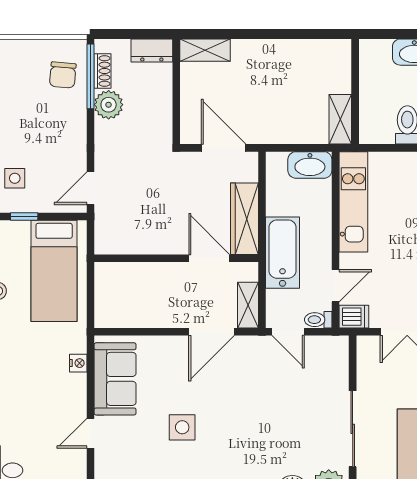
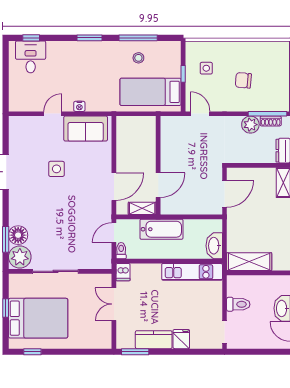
chair: (63, 75) -> (243, 80), moved
shelving: (340, 119) -> (249, 262), width x1.50, depth x1.33
wardrobe: (244, 219) -> (182, 206), removed
door: (336, 286) -> (142, 261), removed
shelving: (248, 305) -> (142, 208), moved
door: (212, 332) -> (114, 187), swing flipped
nightstand: (78, 363) -> (79, 106), moved
door: (90, 433) -> (53, 114), hinge flipped

